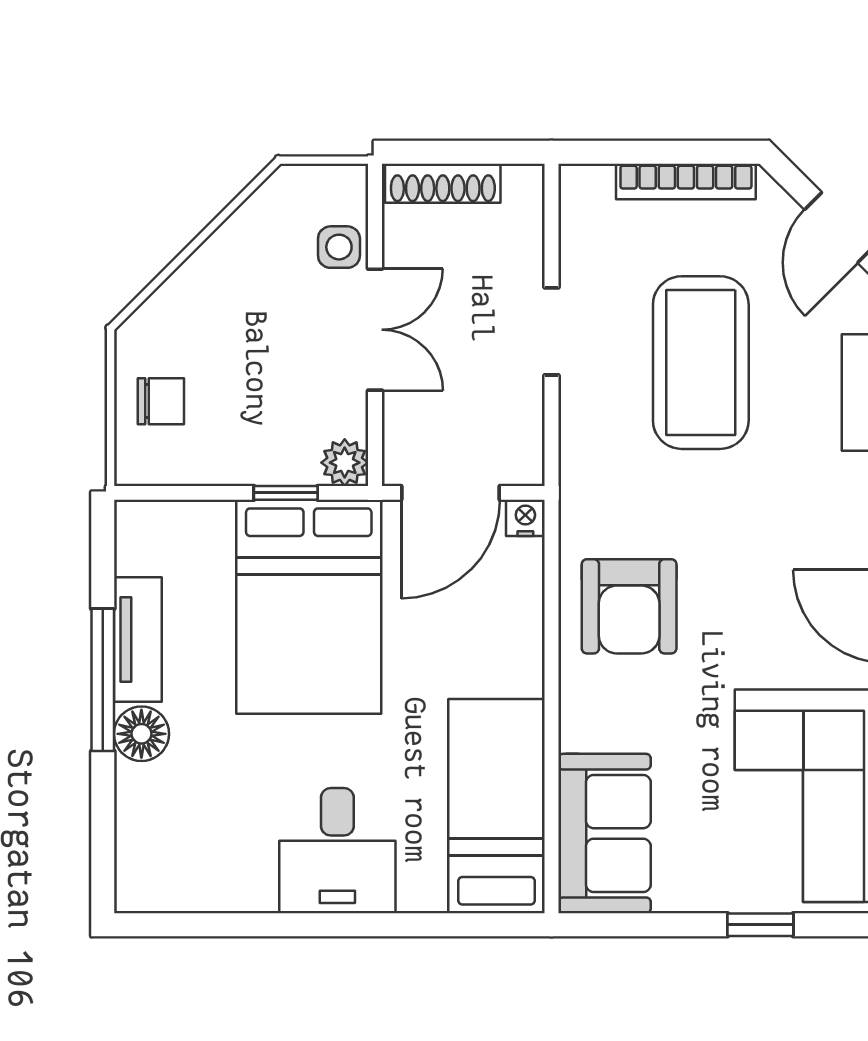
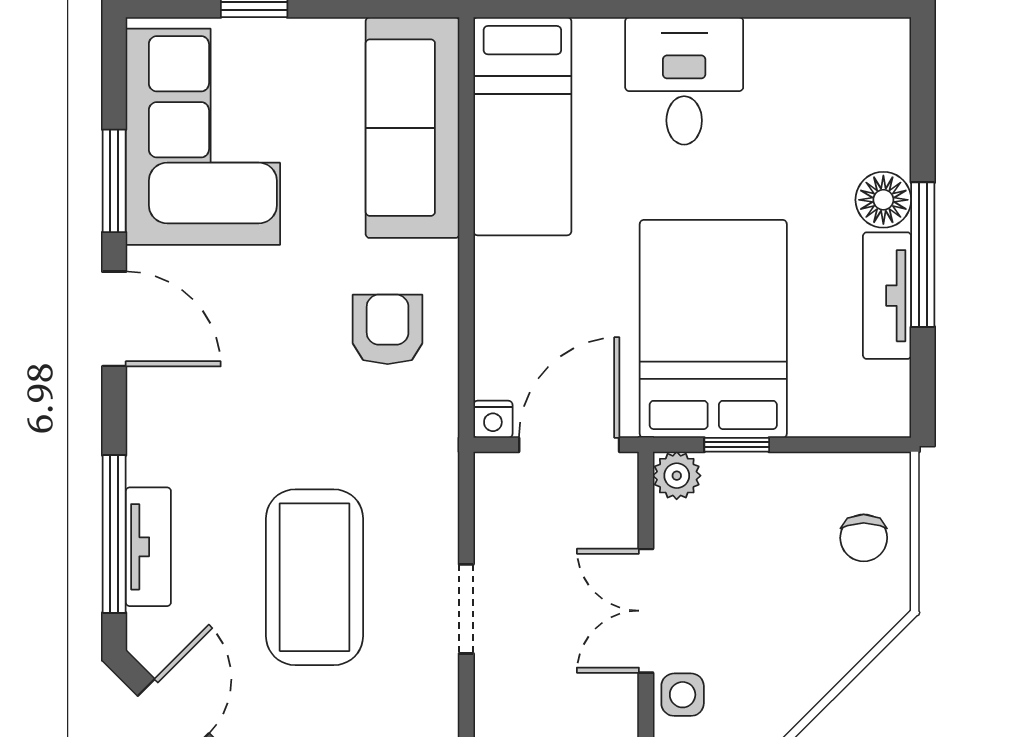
chair: (161, 401) -> (864, 538), turned -90
armchair: (629, 606) -> (388, 329), width x0.72, depth x0.72
sofa: (605, 833) -> (412, 128), width x1.36

